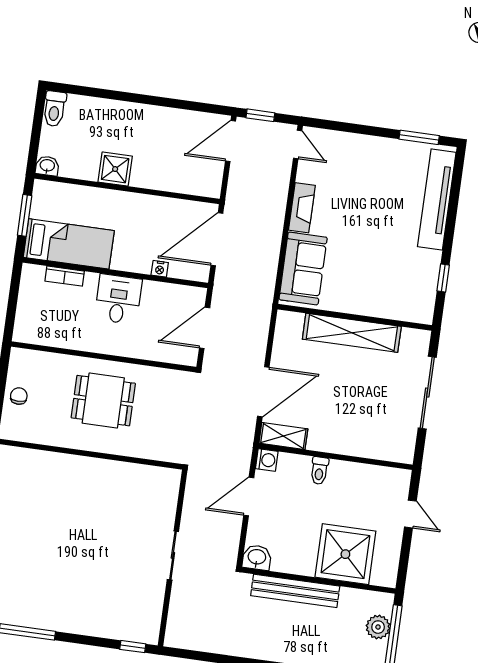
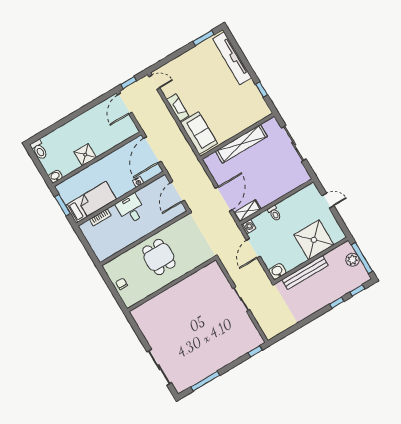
dining table: (103, 401) -> (159, 257), turned 90

